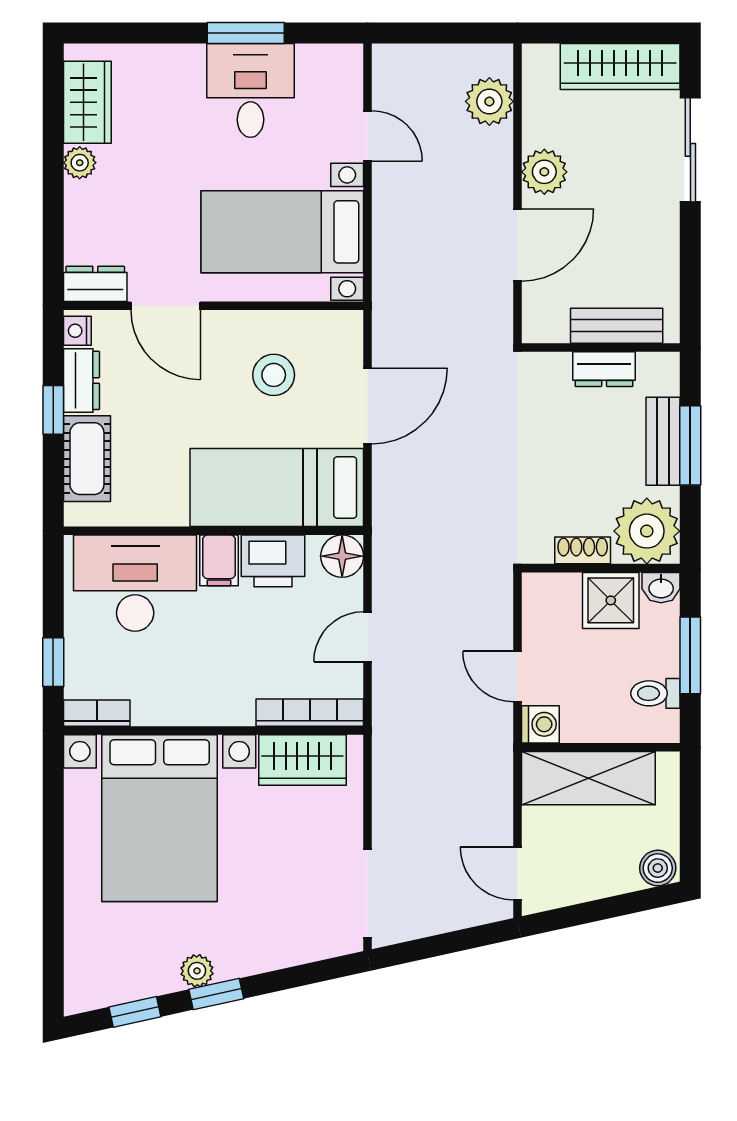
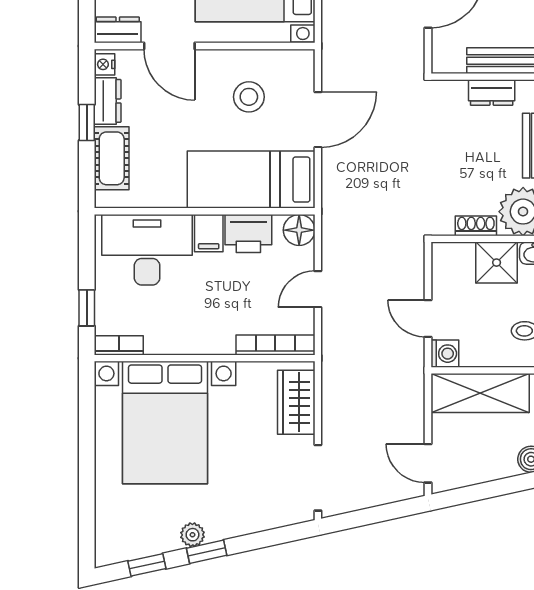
wardrobe: (302, 760) -> (296, 402), moved, turned 90

